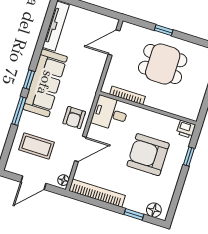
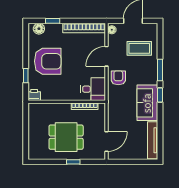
sofa: (45, 83) -> (147, 103), width x0.73
armchair: (148, 155) -> (48, 61), moved

